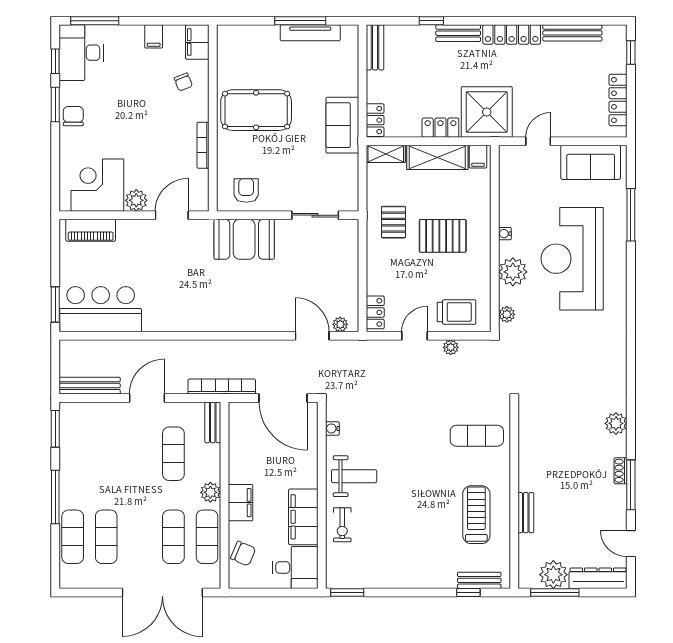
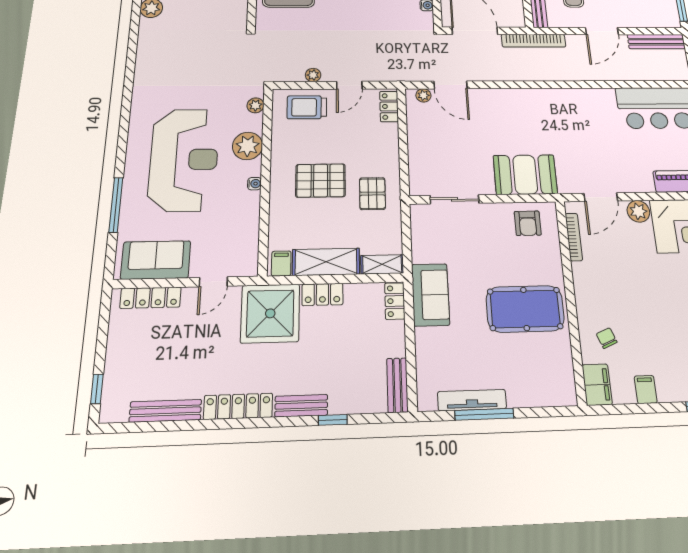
locker: (618, 100) -> (151, 298), moved, turned 90
bookcase: (203, 145) -> (574, 237), moved

